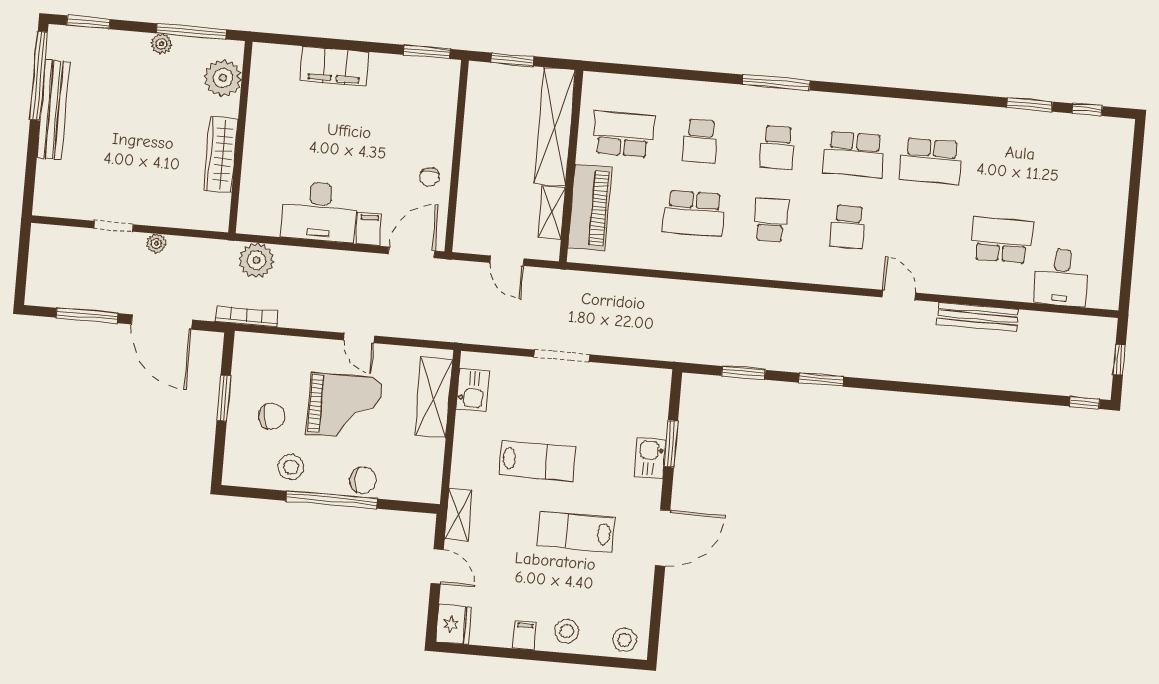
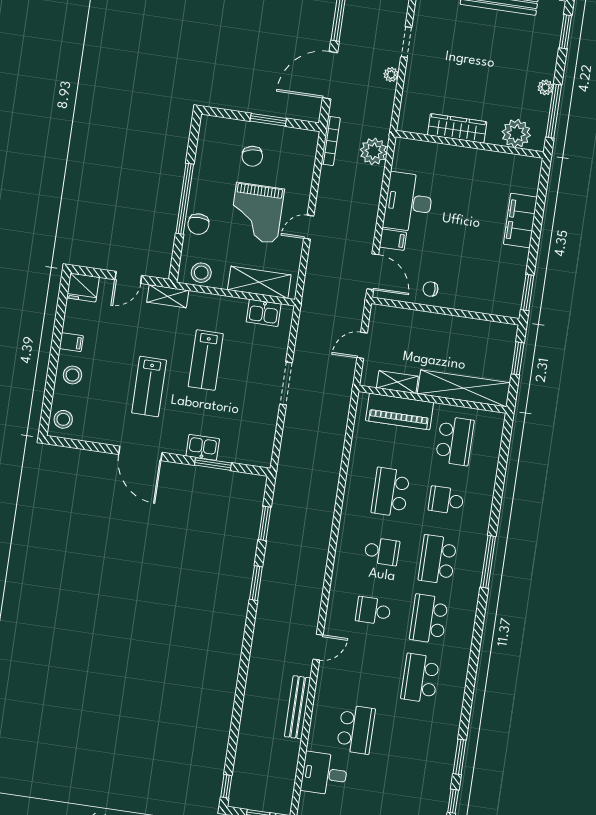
school desk: (777, 148) -> (437, 559), width x1.85
stool: (291, 467) -> (201, 273), moved
lab bench: (576, 532) -> (149, 387), turned 180

